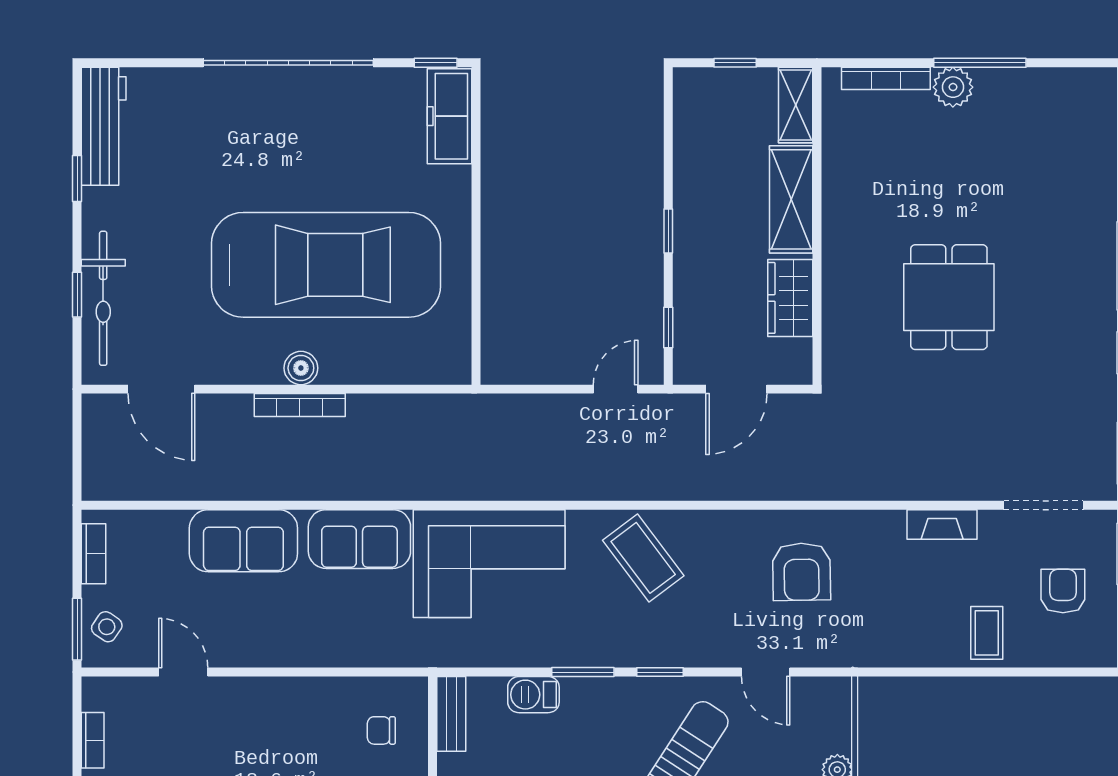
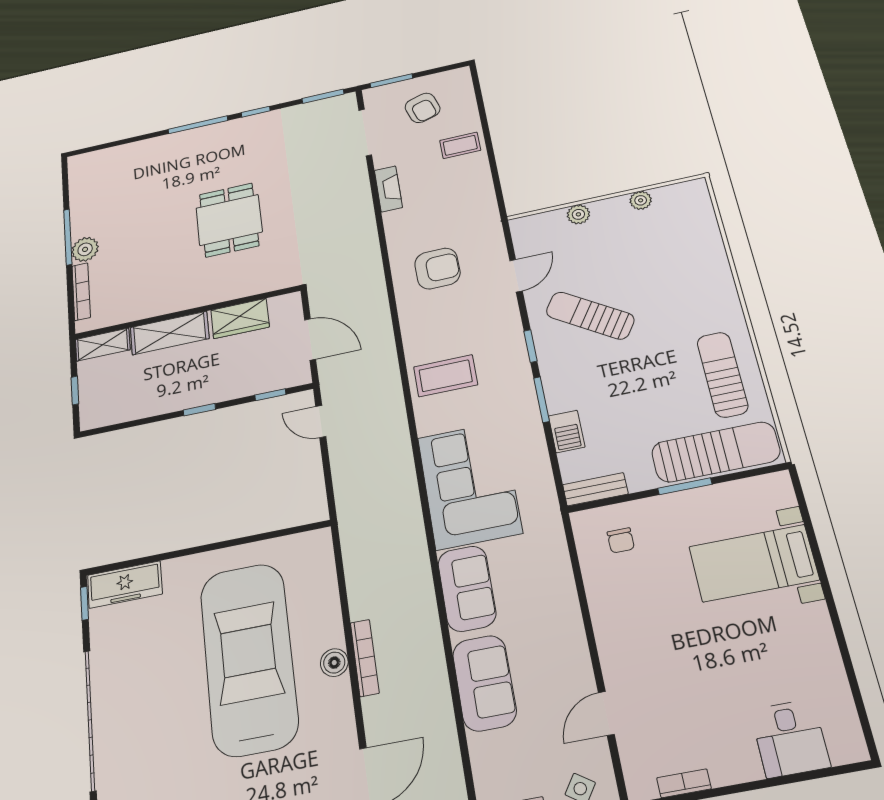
dining table: (949, 297) -> (229, 220), turned 90
coffee table: (643, 558) -> (446, 376), turned 37
armchair: (1063, 591) -> (423, 108), turned -107

